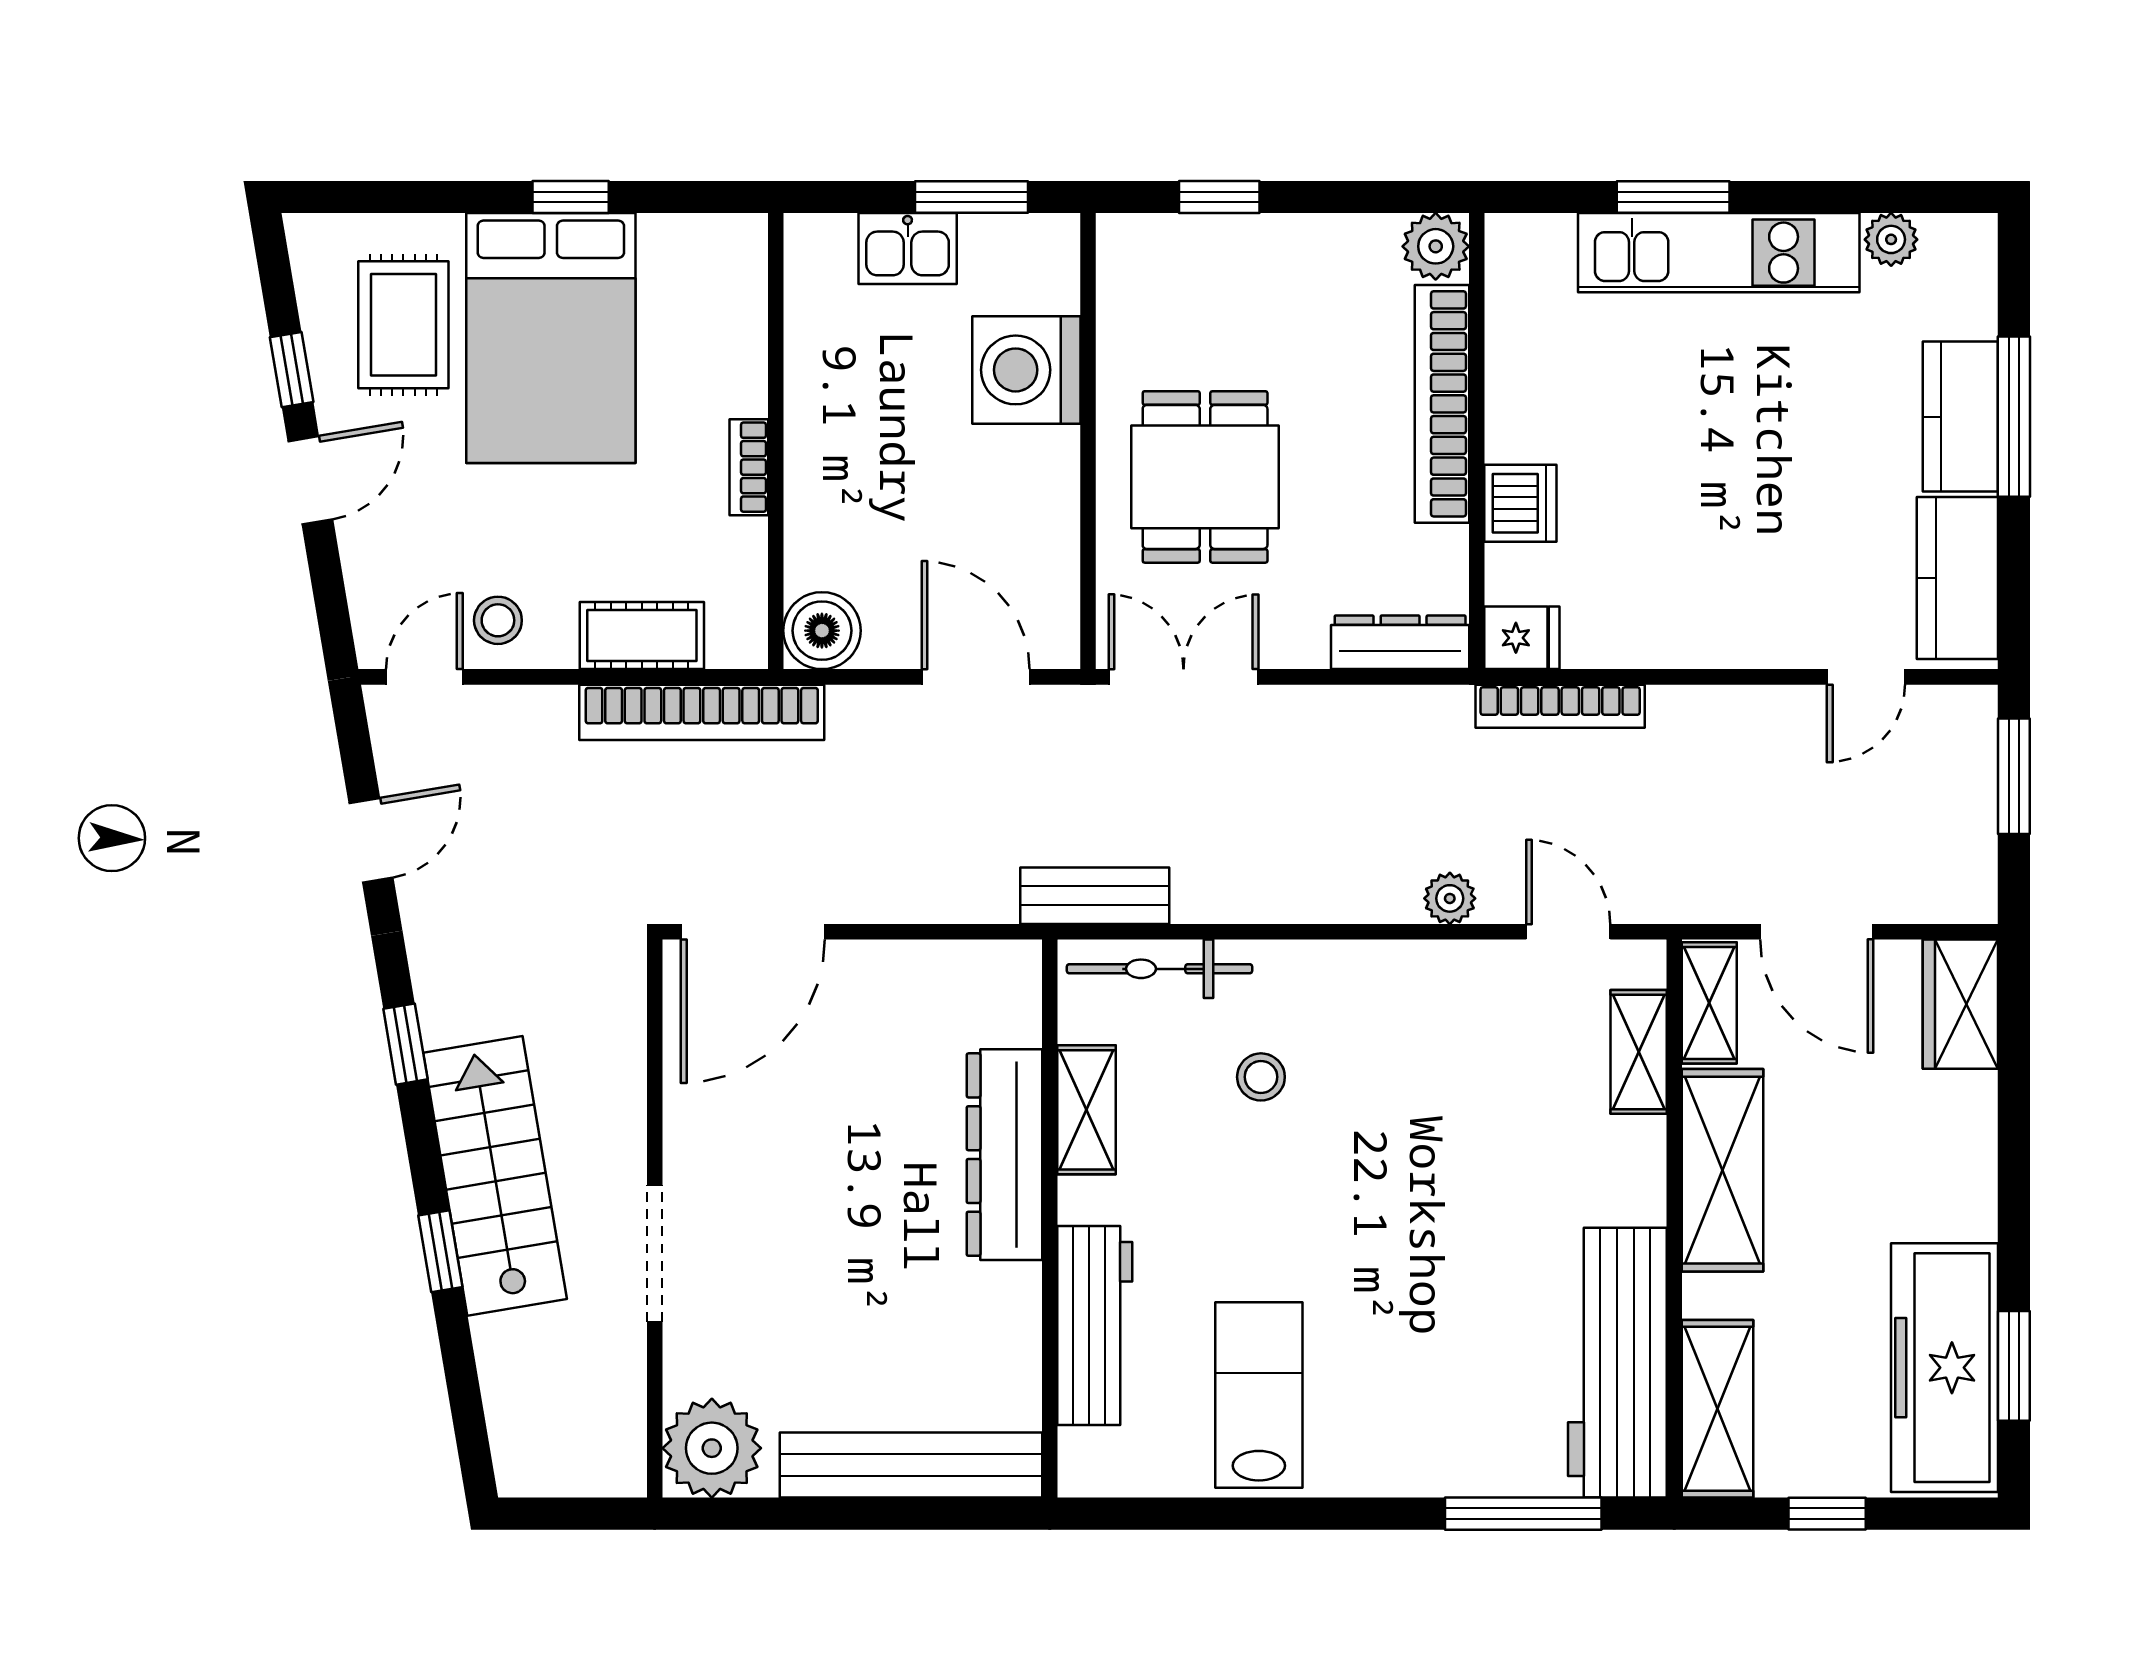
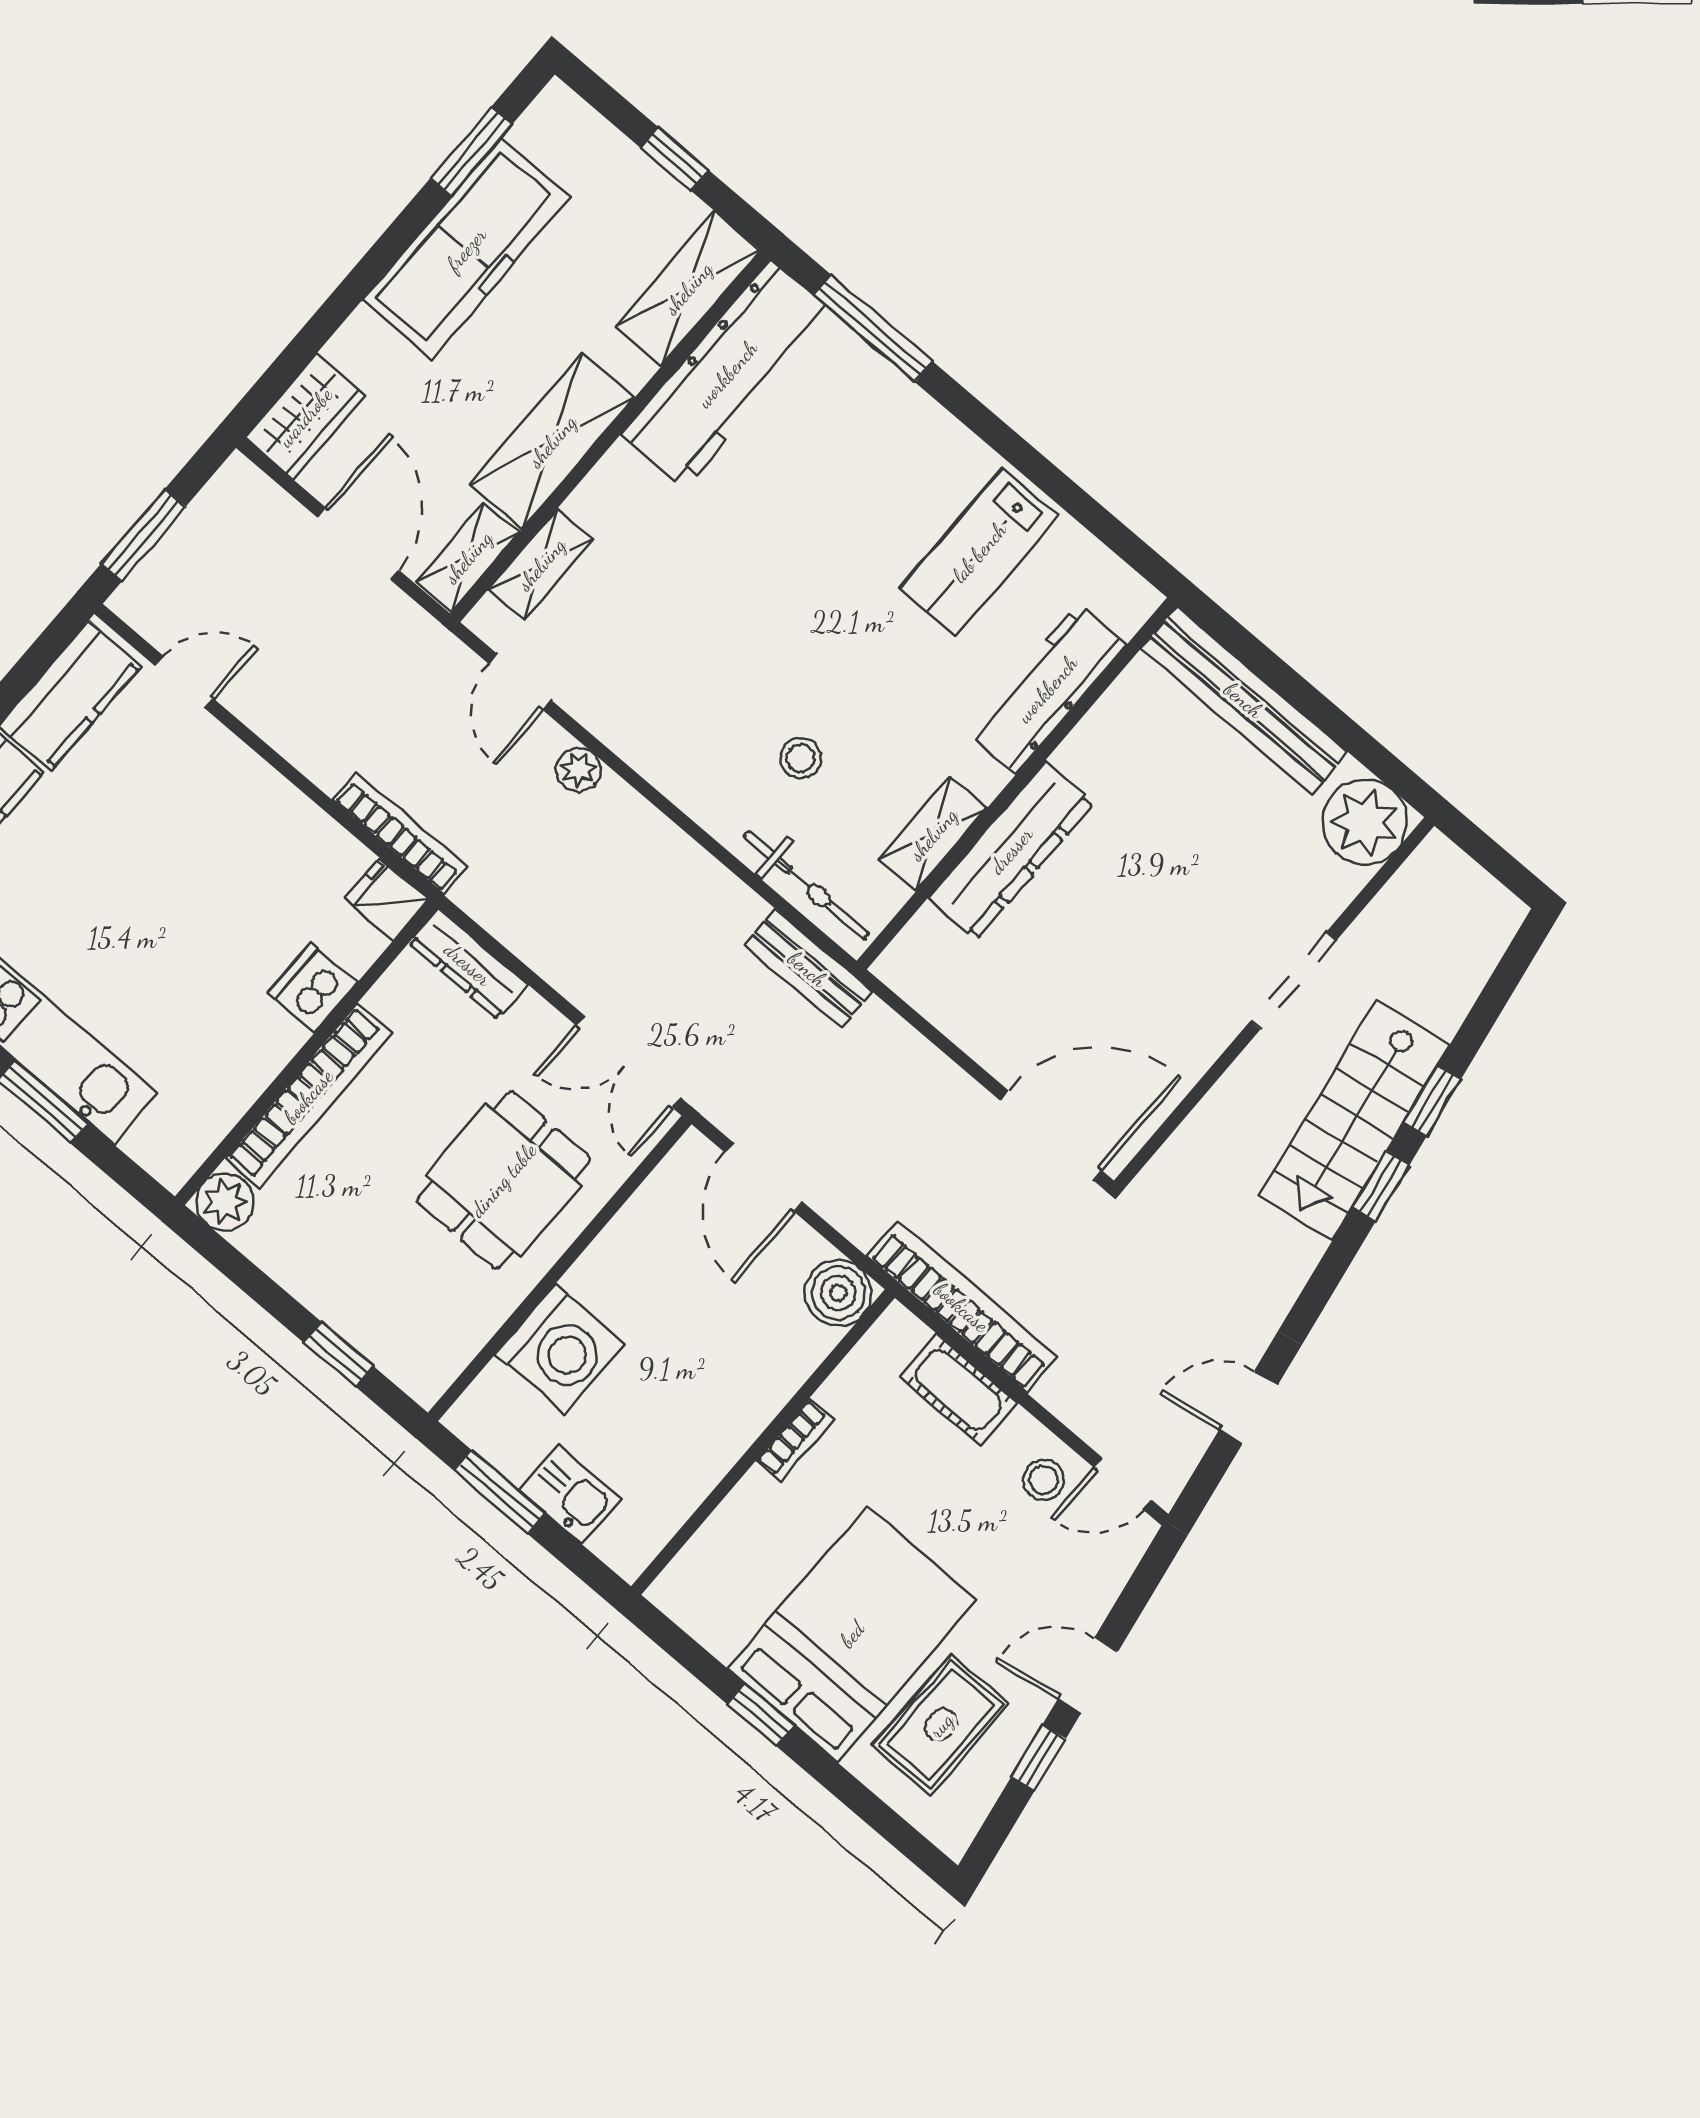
window: (405, 1044) -> (1381, 1186), moved
freezer: (1945, 1368) -> (466, 249), moved

